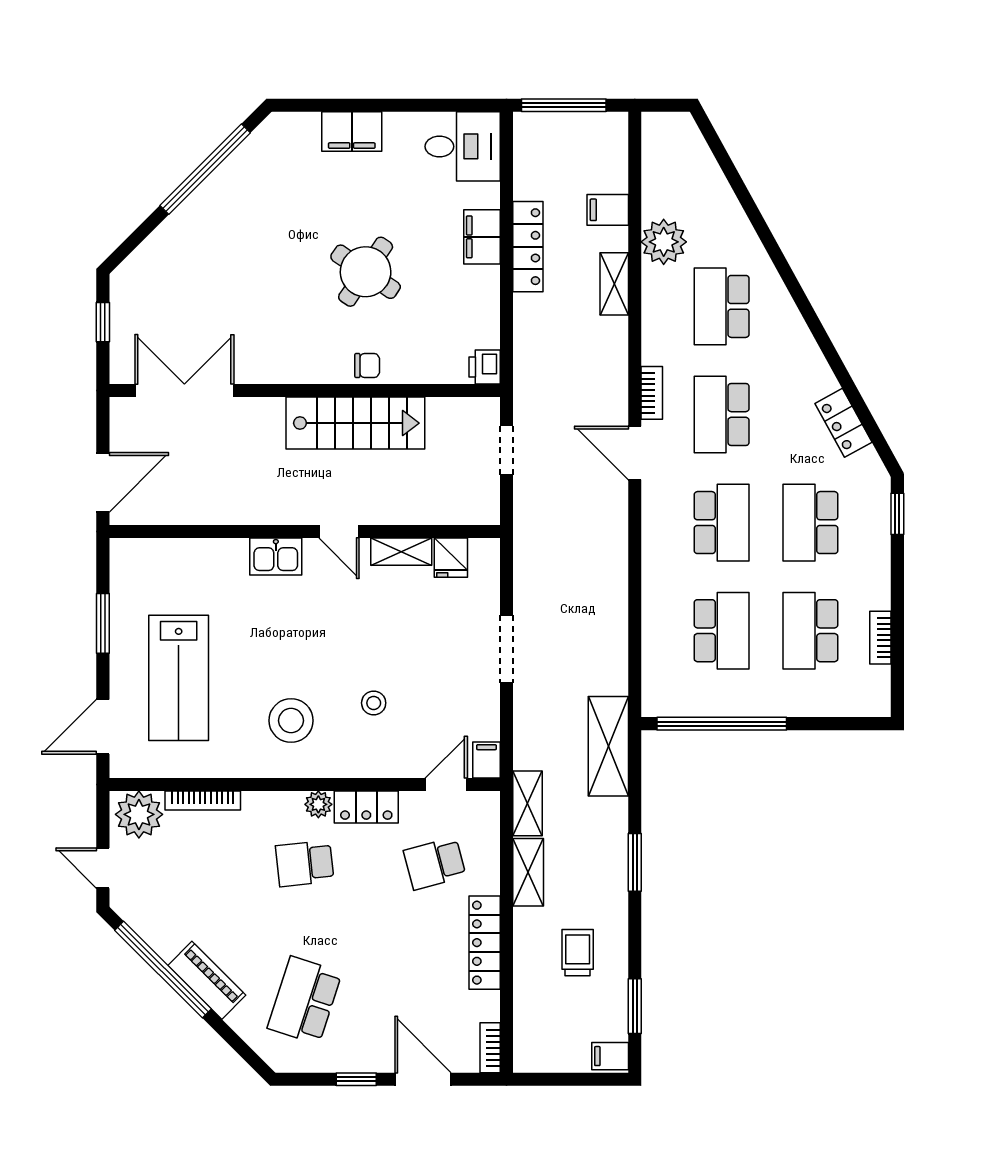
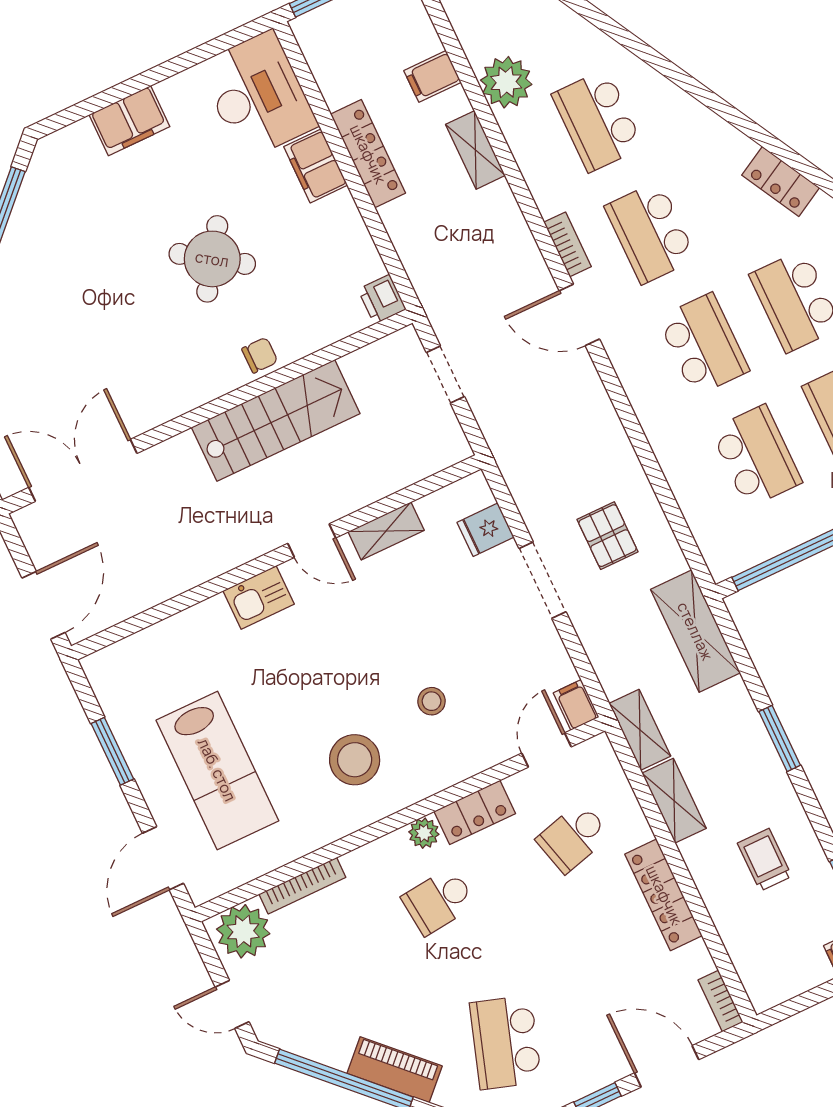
desk: (463, 146) -> (258, 95), width x1.37
fridge: (451, 558) -> (486, 530), moved, turned 90
pallet: (574, 638) -> (607, 536), added

